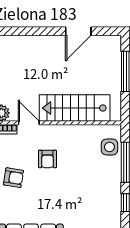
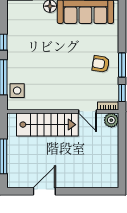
armchair: (47, 159) -> (71, 80), removed

